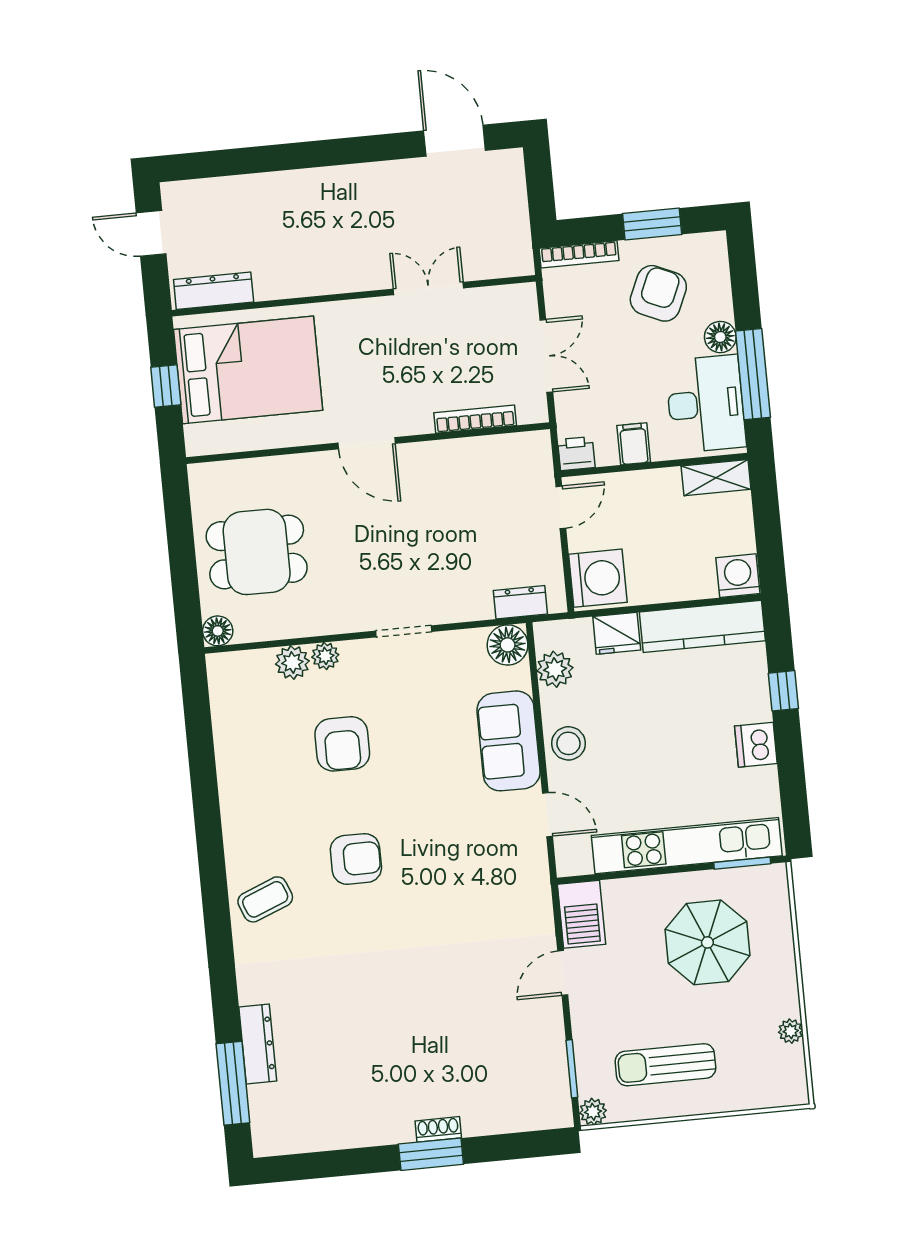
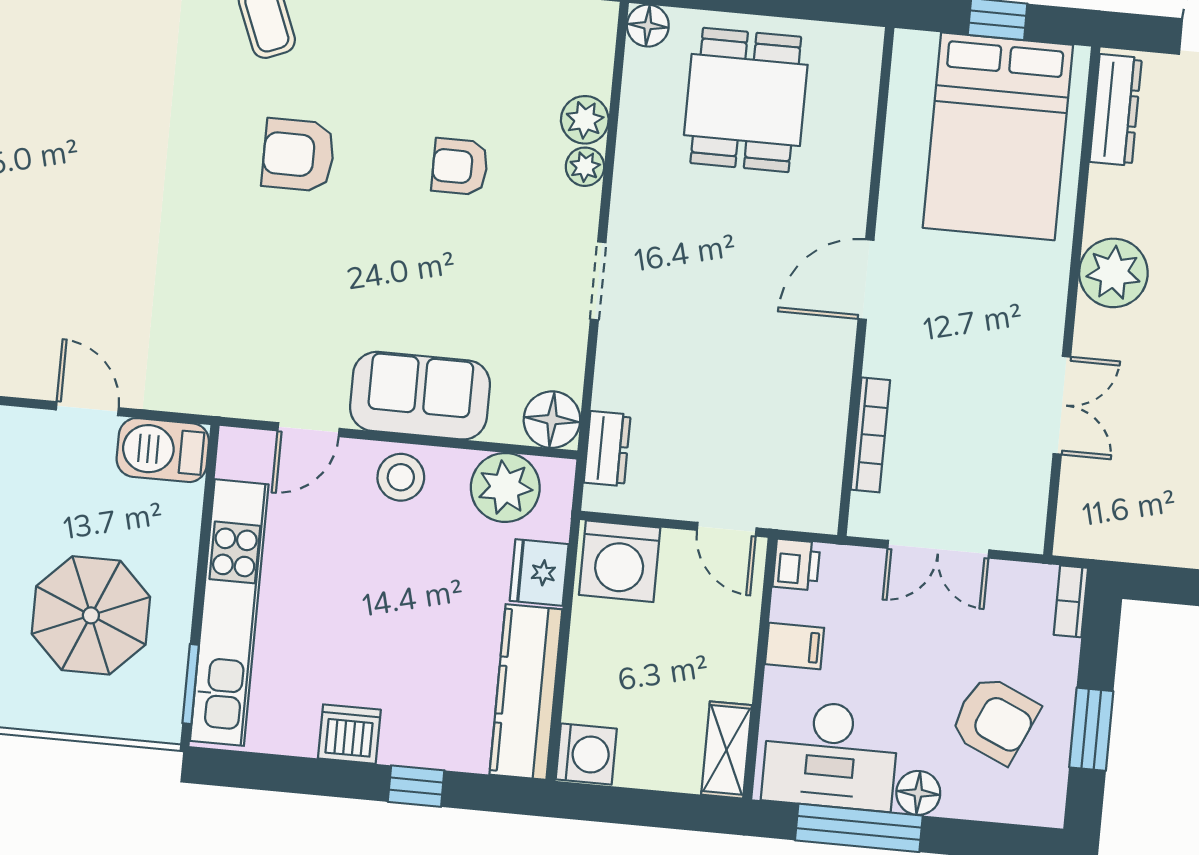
bookcase: (579, 254) -> (1071, 601), width x0.64
plant: (328, 270) -> (1113, 273), added
plant: (555, 669) -> (505, 488), width x1.36, depth x1.36
armchair: (342, 744) -> (460, 167), width x0.72, depth x0.72
armchair: (356, 859) -> (298, 155), turned 90

